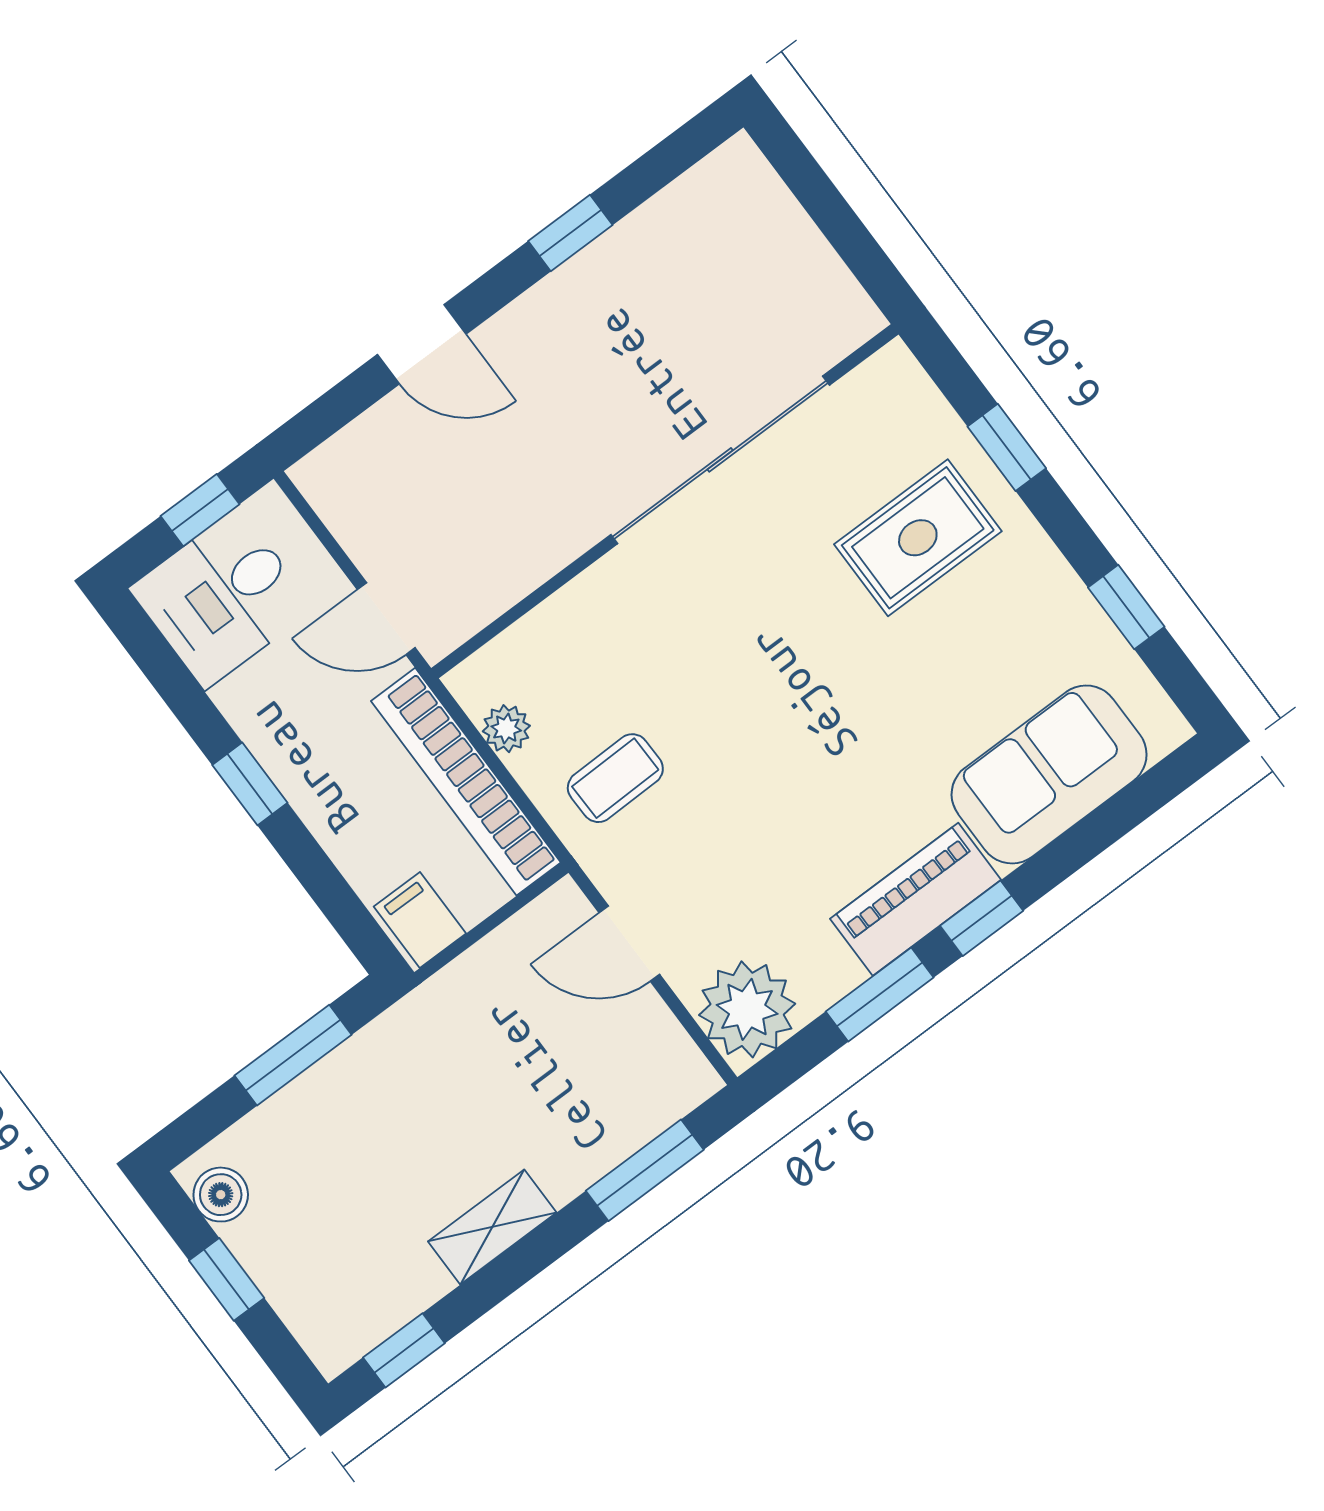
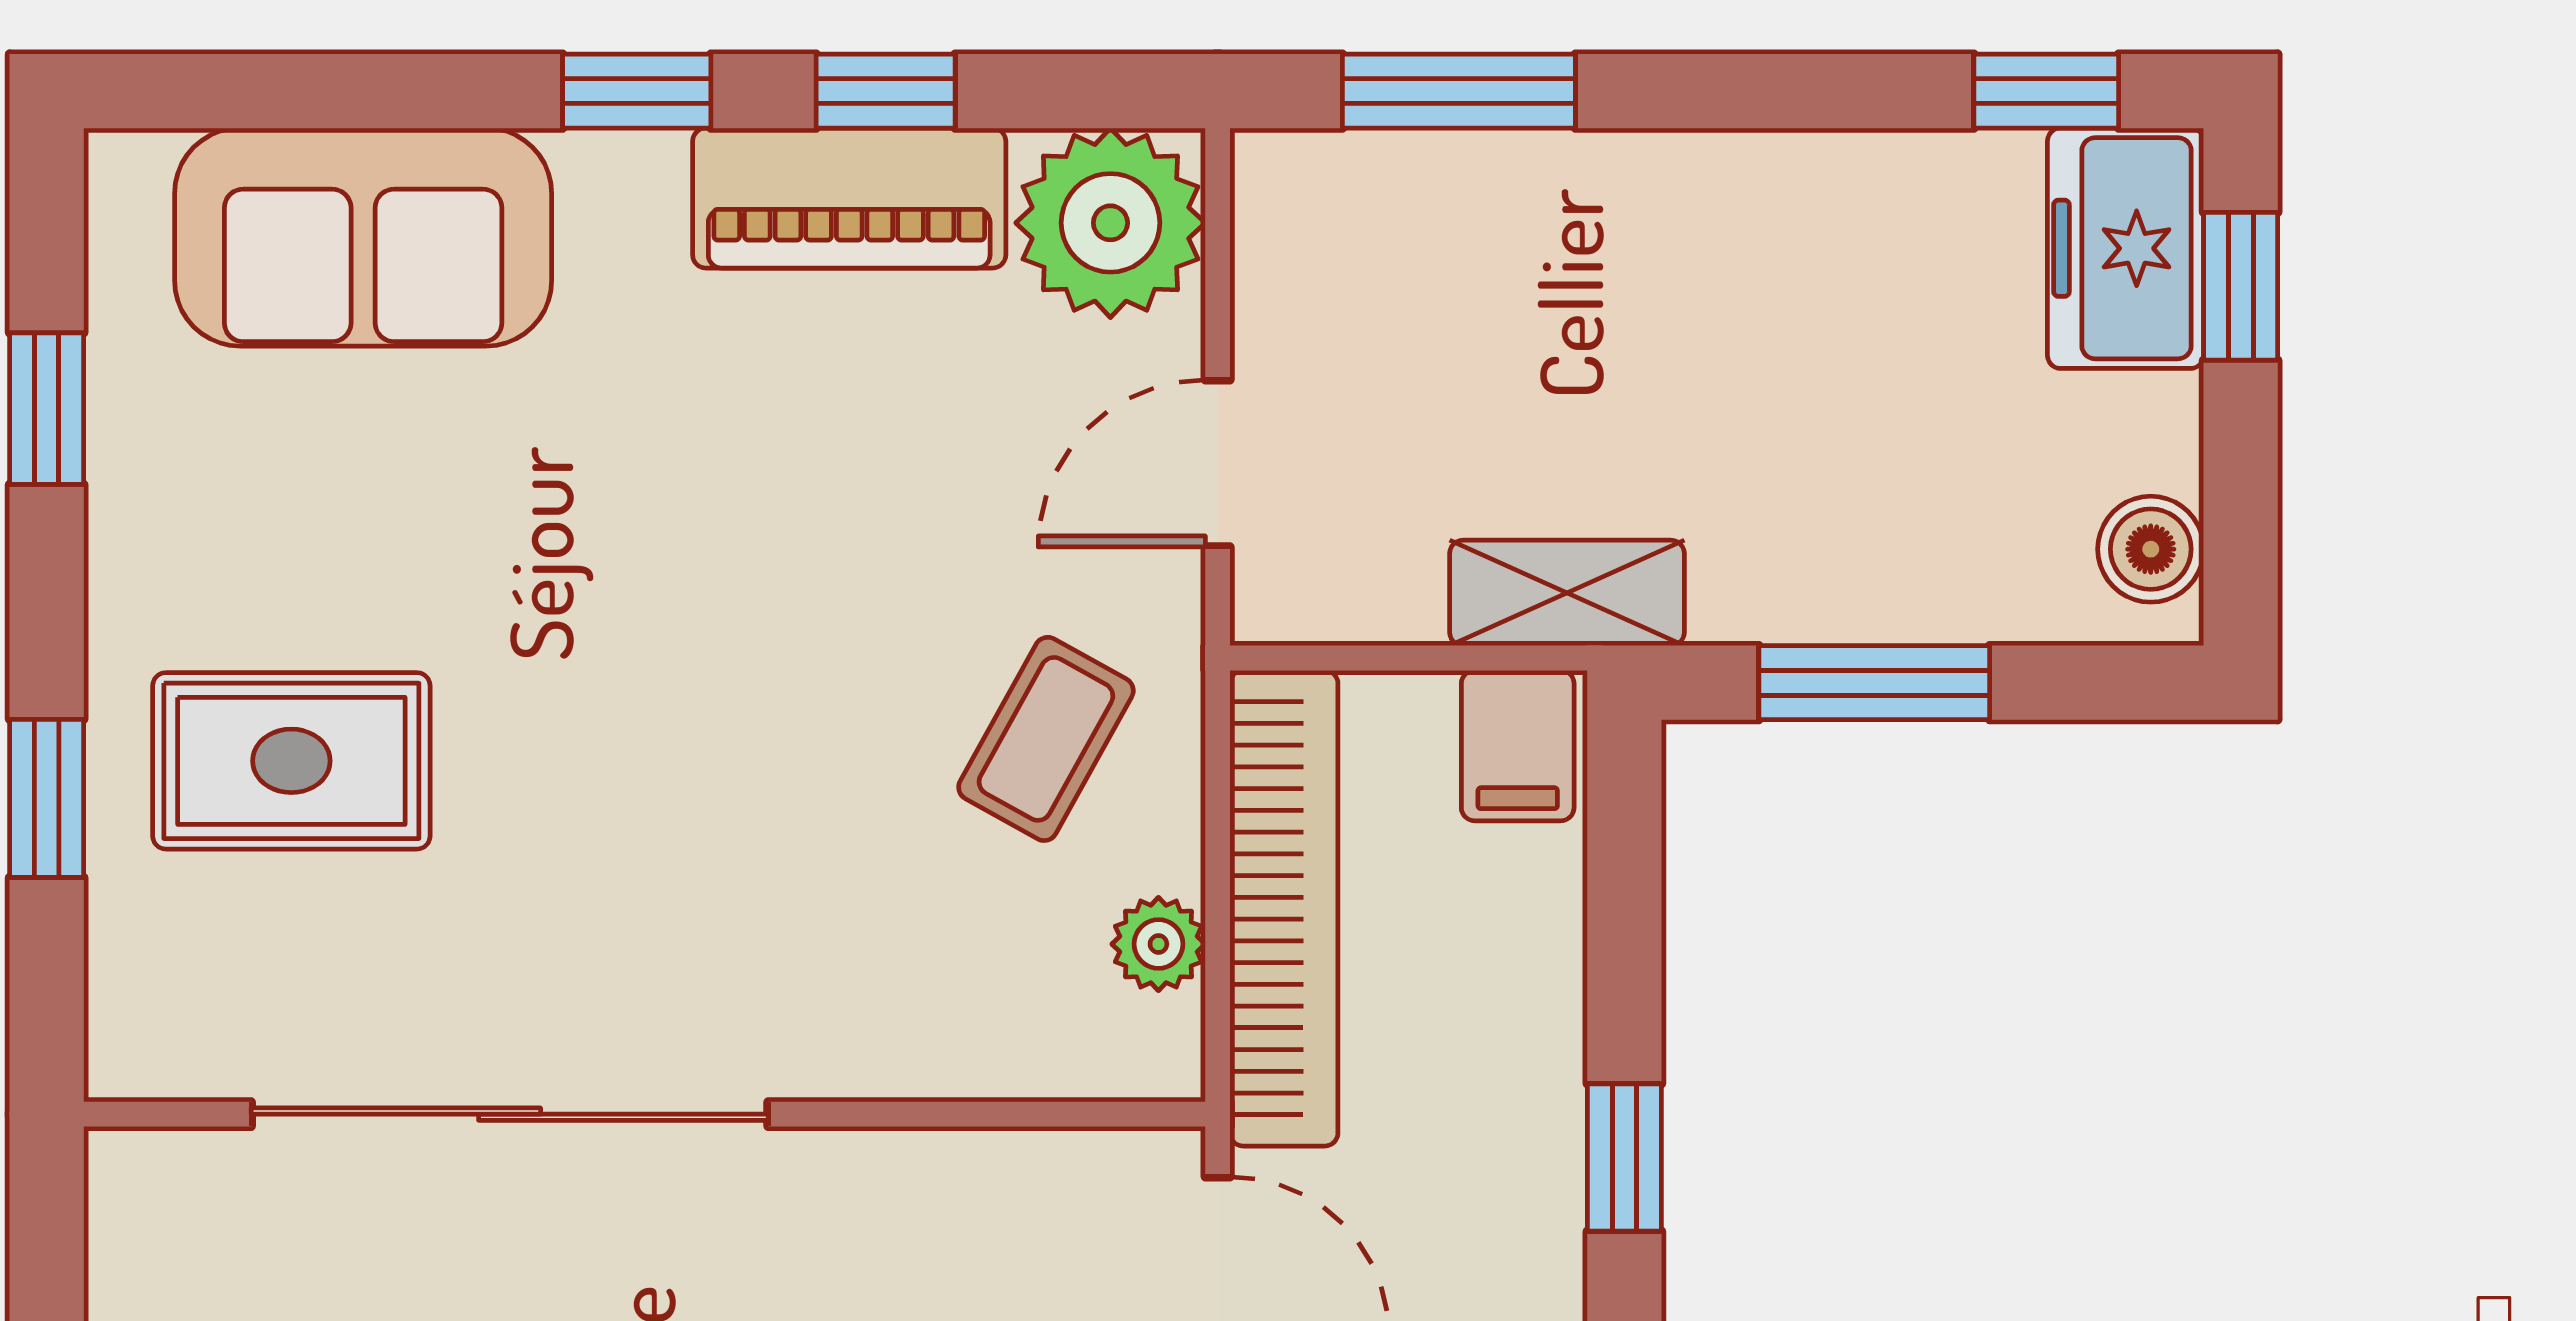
coffee table: (615, 778) -> (1046, 739), turned -60
piano: (916, 899) -> (849, 198), moved
door: (629, 944) -> (1218, 463), swing flipped
window: (880, 994) -> (886, 91), width x0.67
shelving: (492, 1227) -> (1567, 593), moved
window: (227, 1279) -> (2241, 286), moved
freezer: (323, 1310) -> (2126, 248), added

